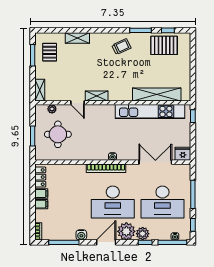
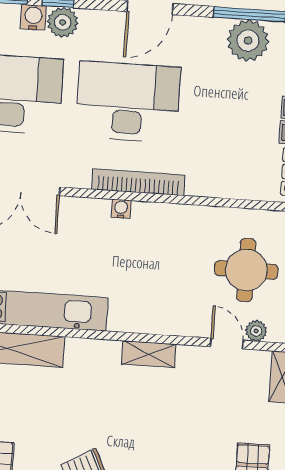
door: (78, 103) -> (227, 344), moved
plant: (126, 231) -> (248, 41), moved
water cooler: (81, 235) -> (33, 17), moved

